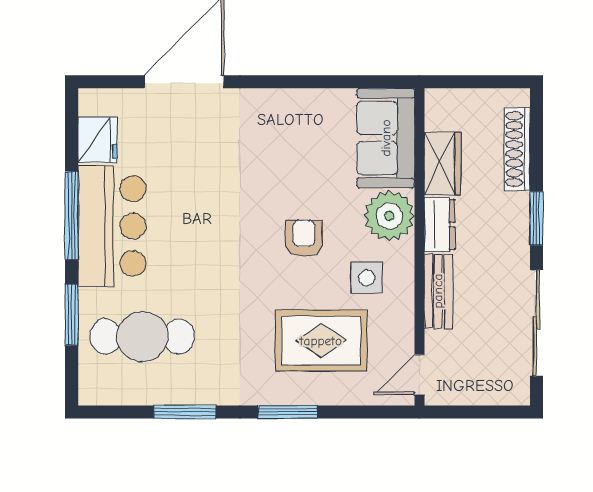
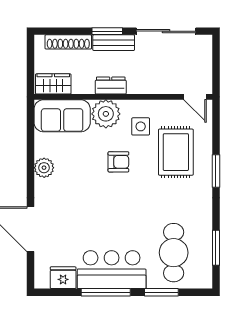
plant: (293, 106) -> (44, 168), added
wardrobe: (442, 163) -> (53, 84), moved
armchair: (304, 238) -> (118, 162), turned 180
bench: (438, 291) -> (114, 43), moved
window: (185, 412) -> (216, 248), moved

